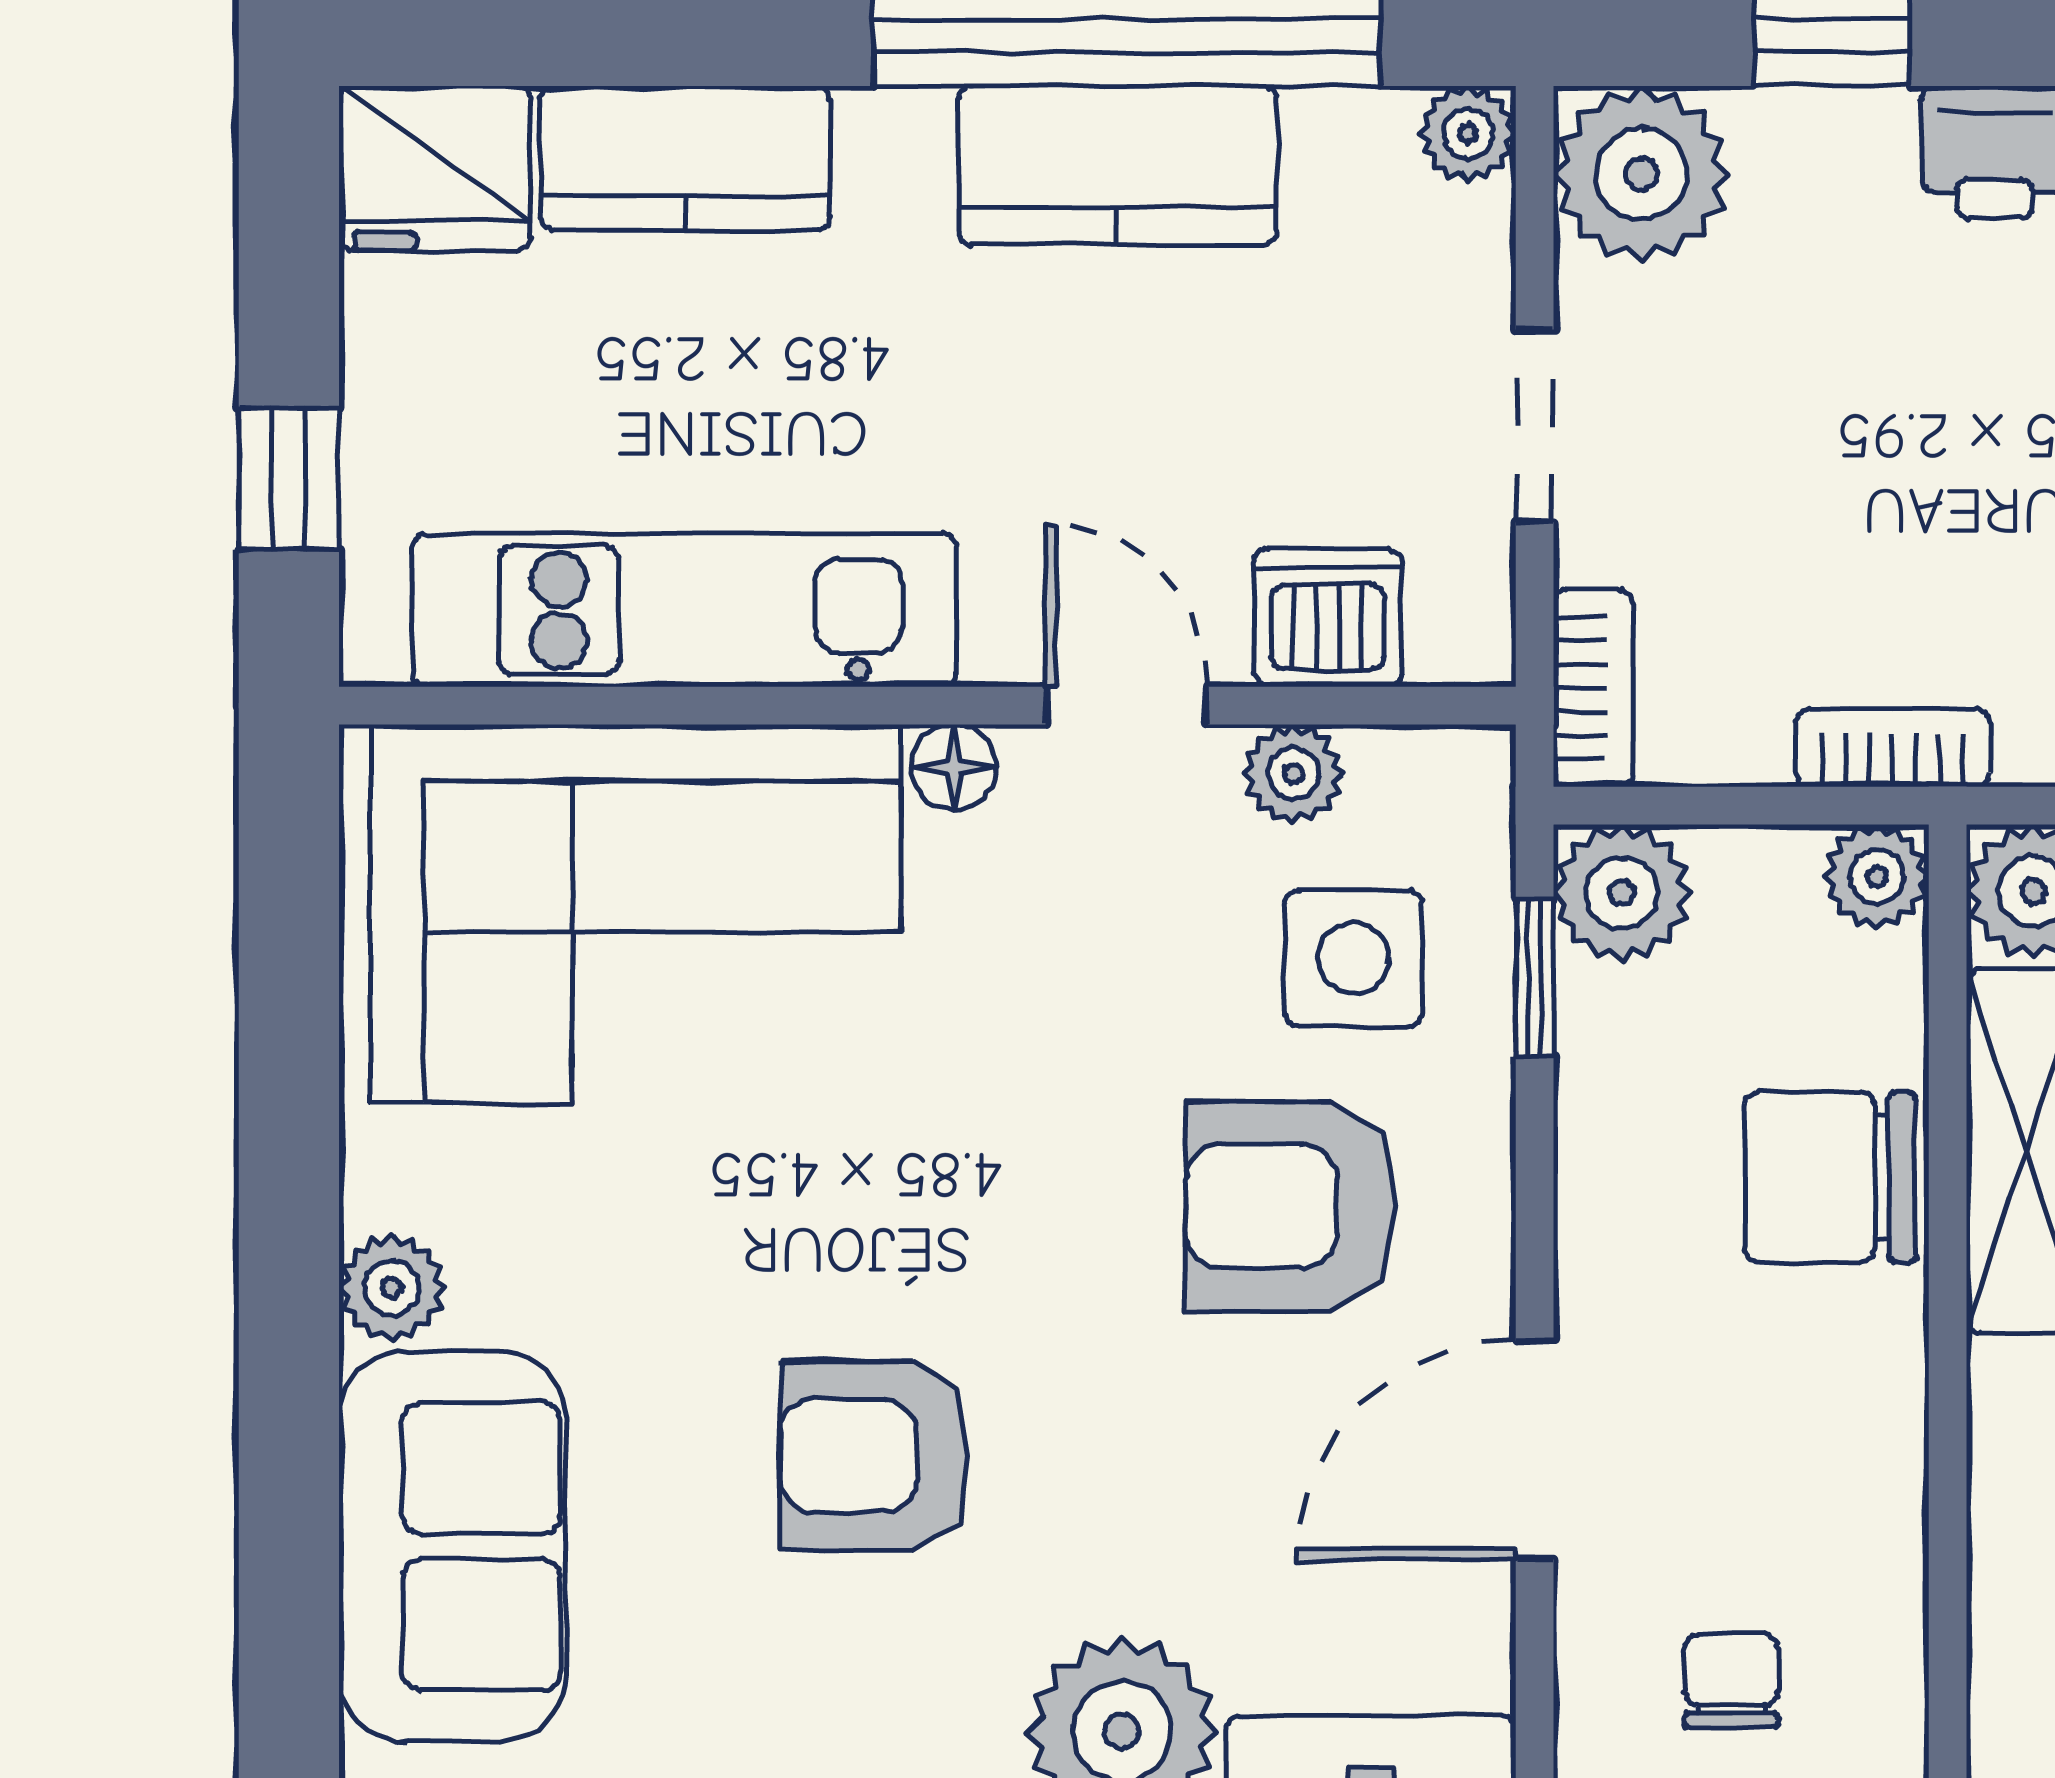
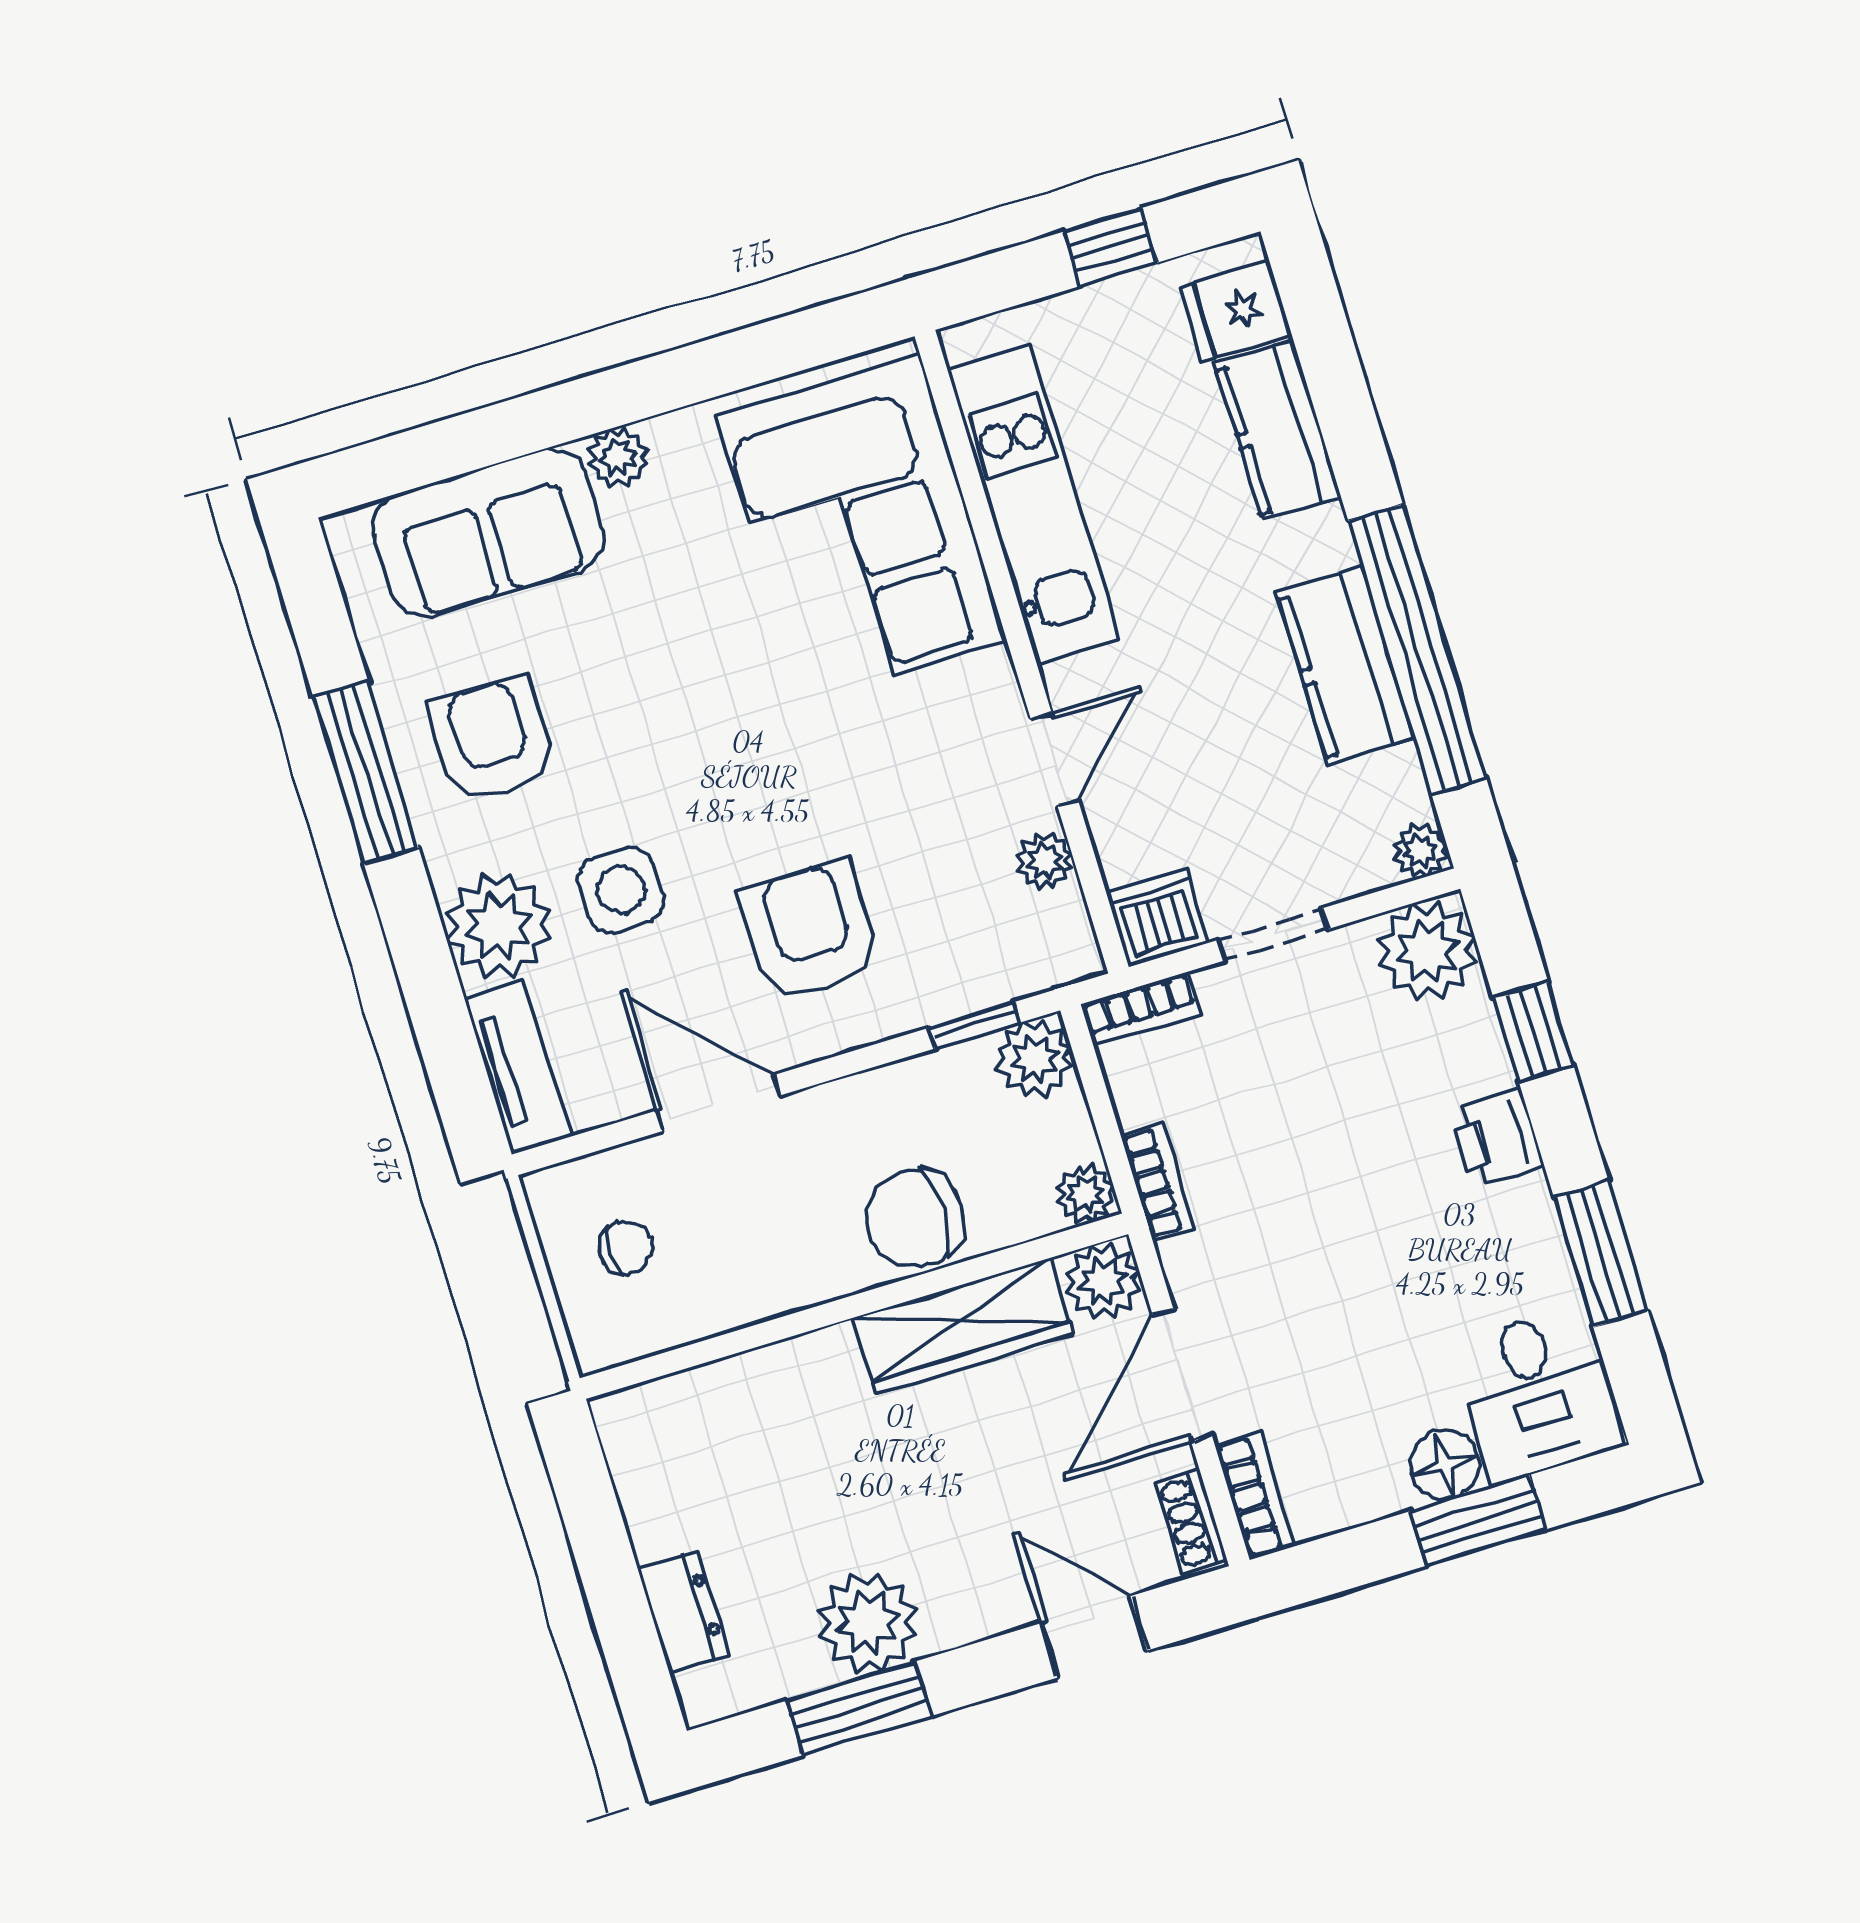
fridge: (435, 168) -> (1236, 311), width x0.72
window: (289, 479) -> (1111, 247), moved
dishwasher: (1328, 618) -> (1158, 918), moved, turned -90
floor lamp: (954, 767) -> (993, 676), removed
side table: (1354, 959) -> (621, 890), moved
chair: (1830, 1177) -> (915, 1218), turned -90
armchair: (875, 1456) -> (491, 740), moved

